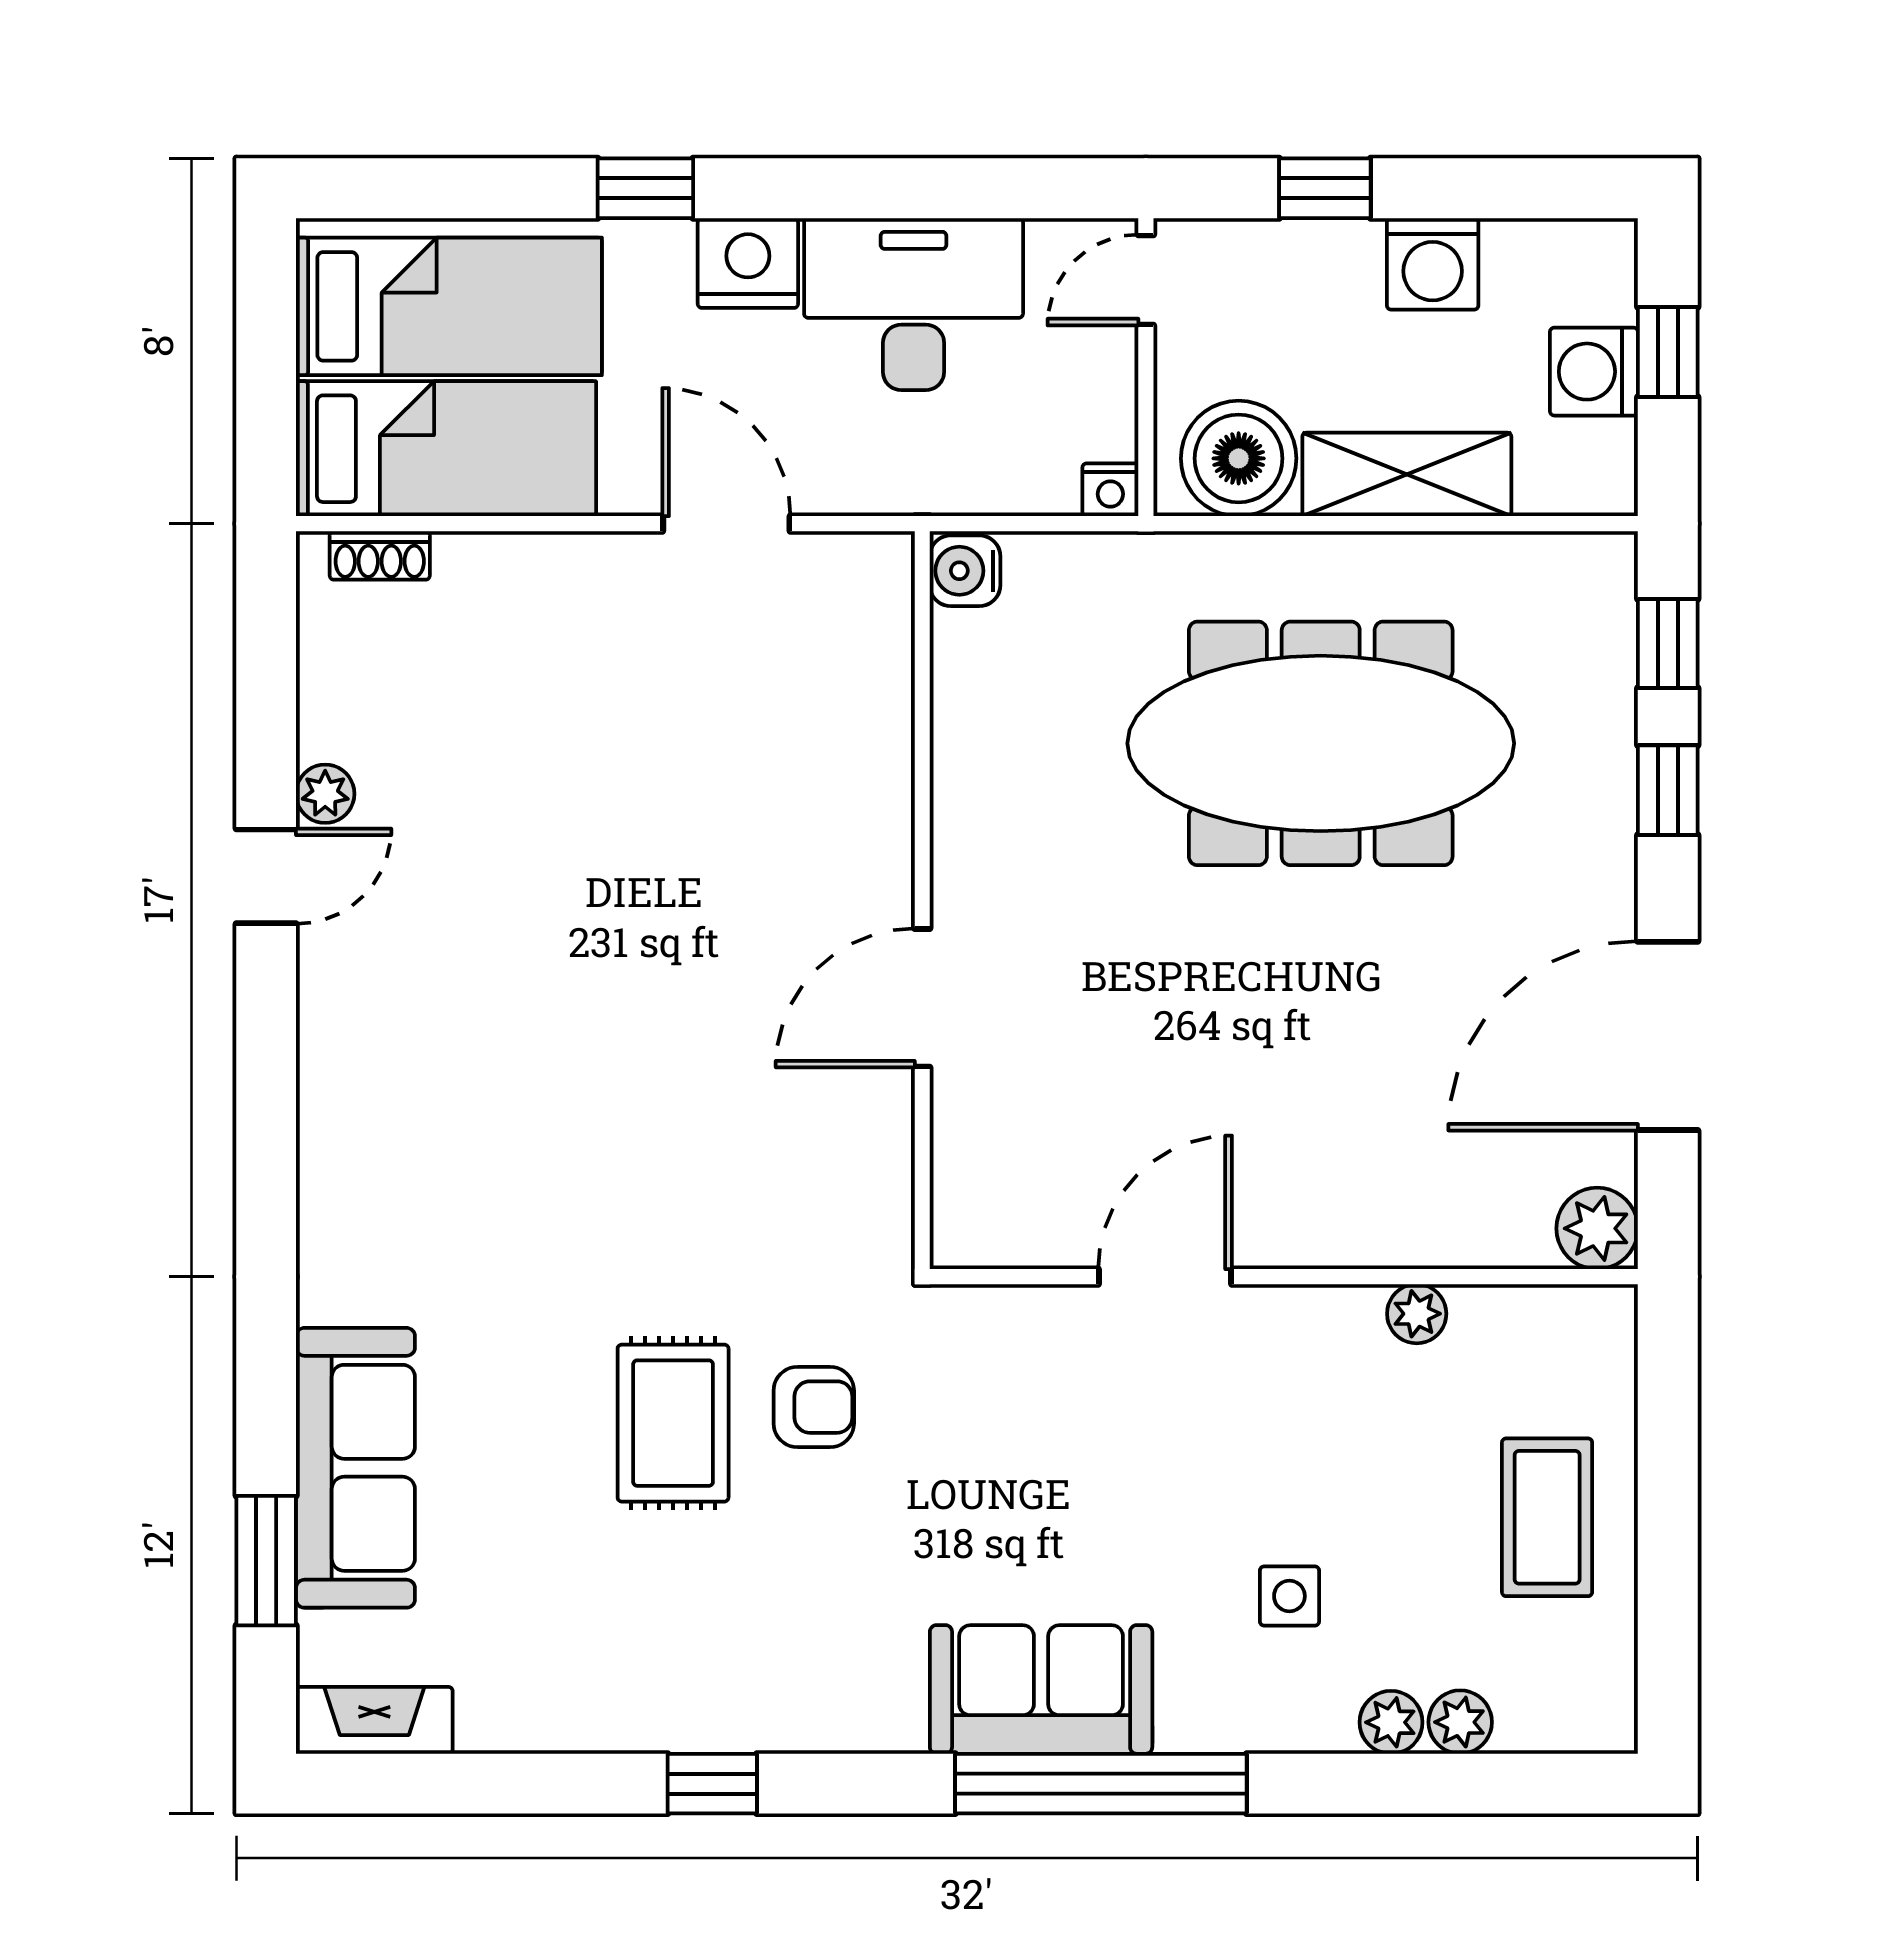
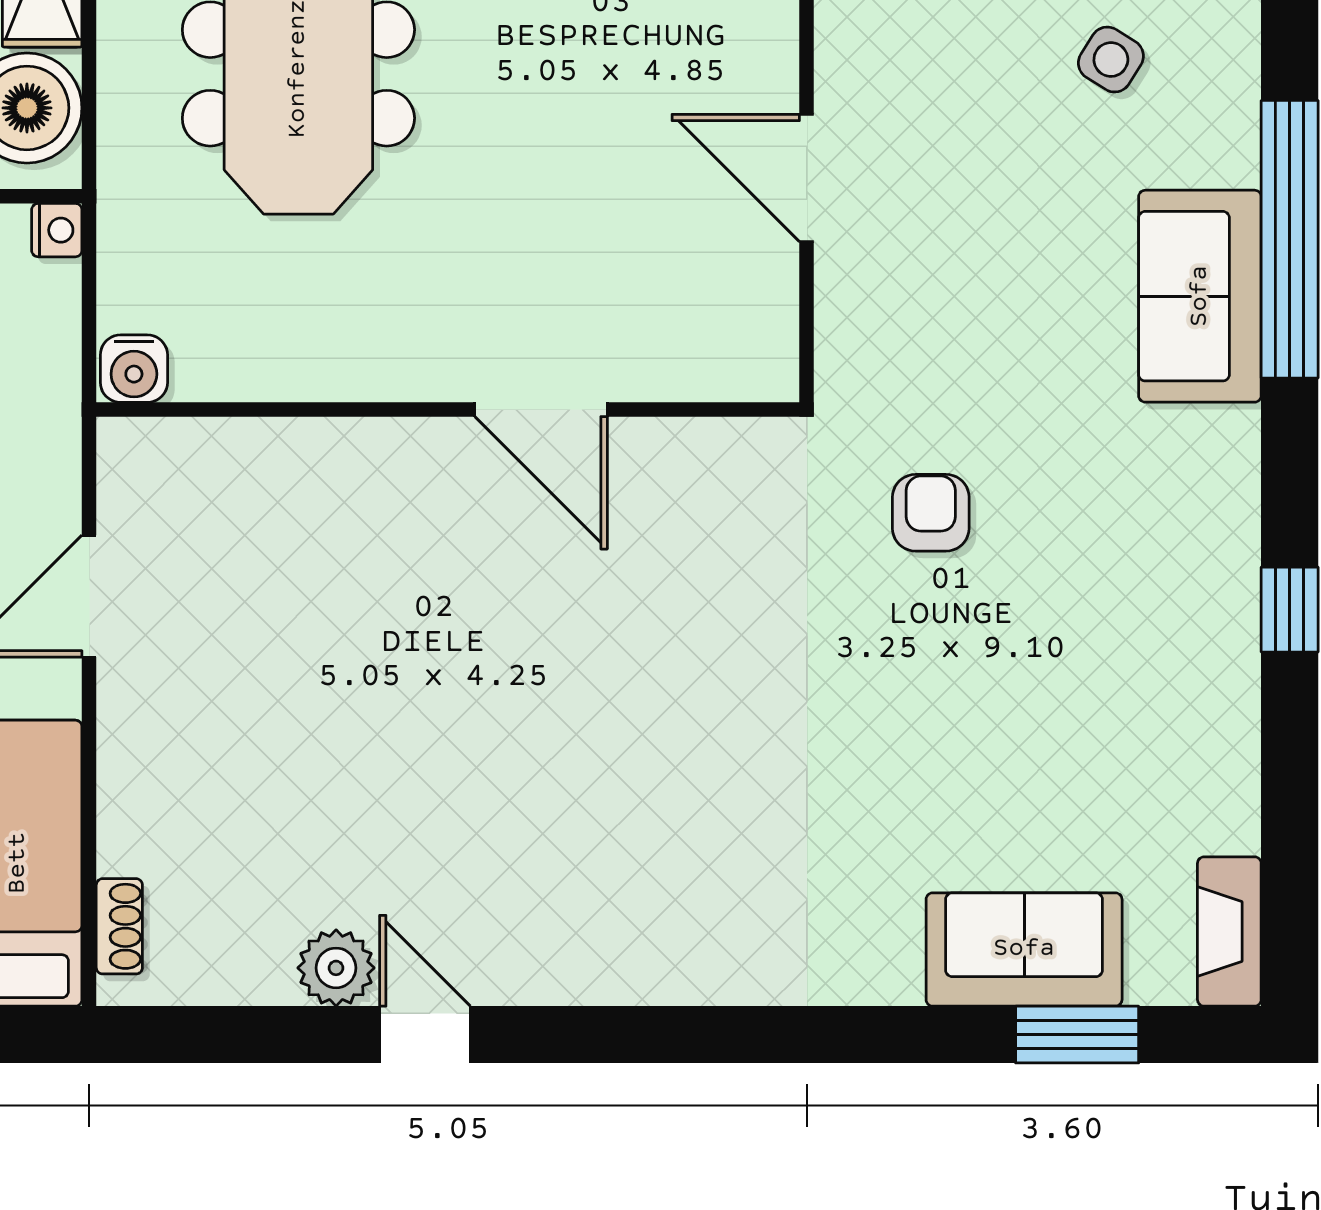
plant: (325, 794) -> (336, 968), width x1.38, depth x1.38
rug: (673, 1423) -> (946, 647), removed
sofa: (355, 1468) -> (1024, 949), width x0.73
side table: (1289, 1596) -> (1111, 60), turned 32

